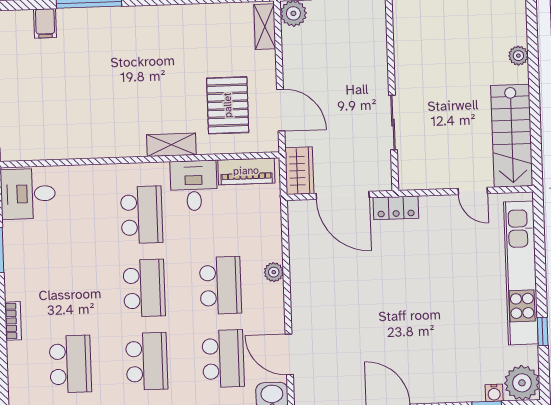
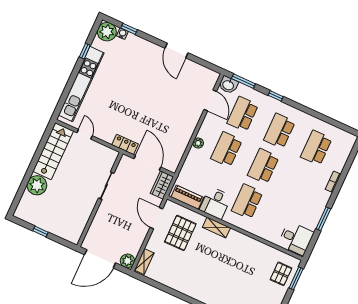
plant: (518, 56) -> (37, 185), width x1.87, depth x1.87
pallet: (23, 121) -> (281, 274), added

